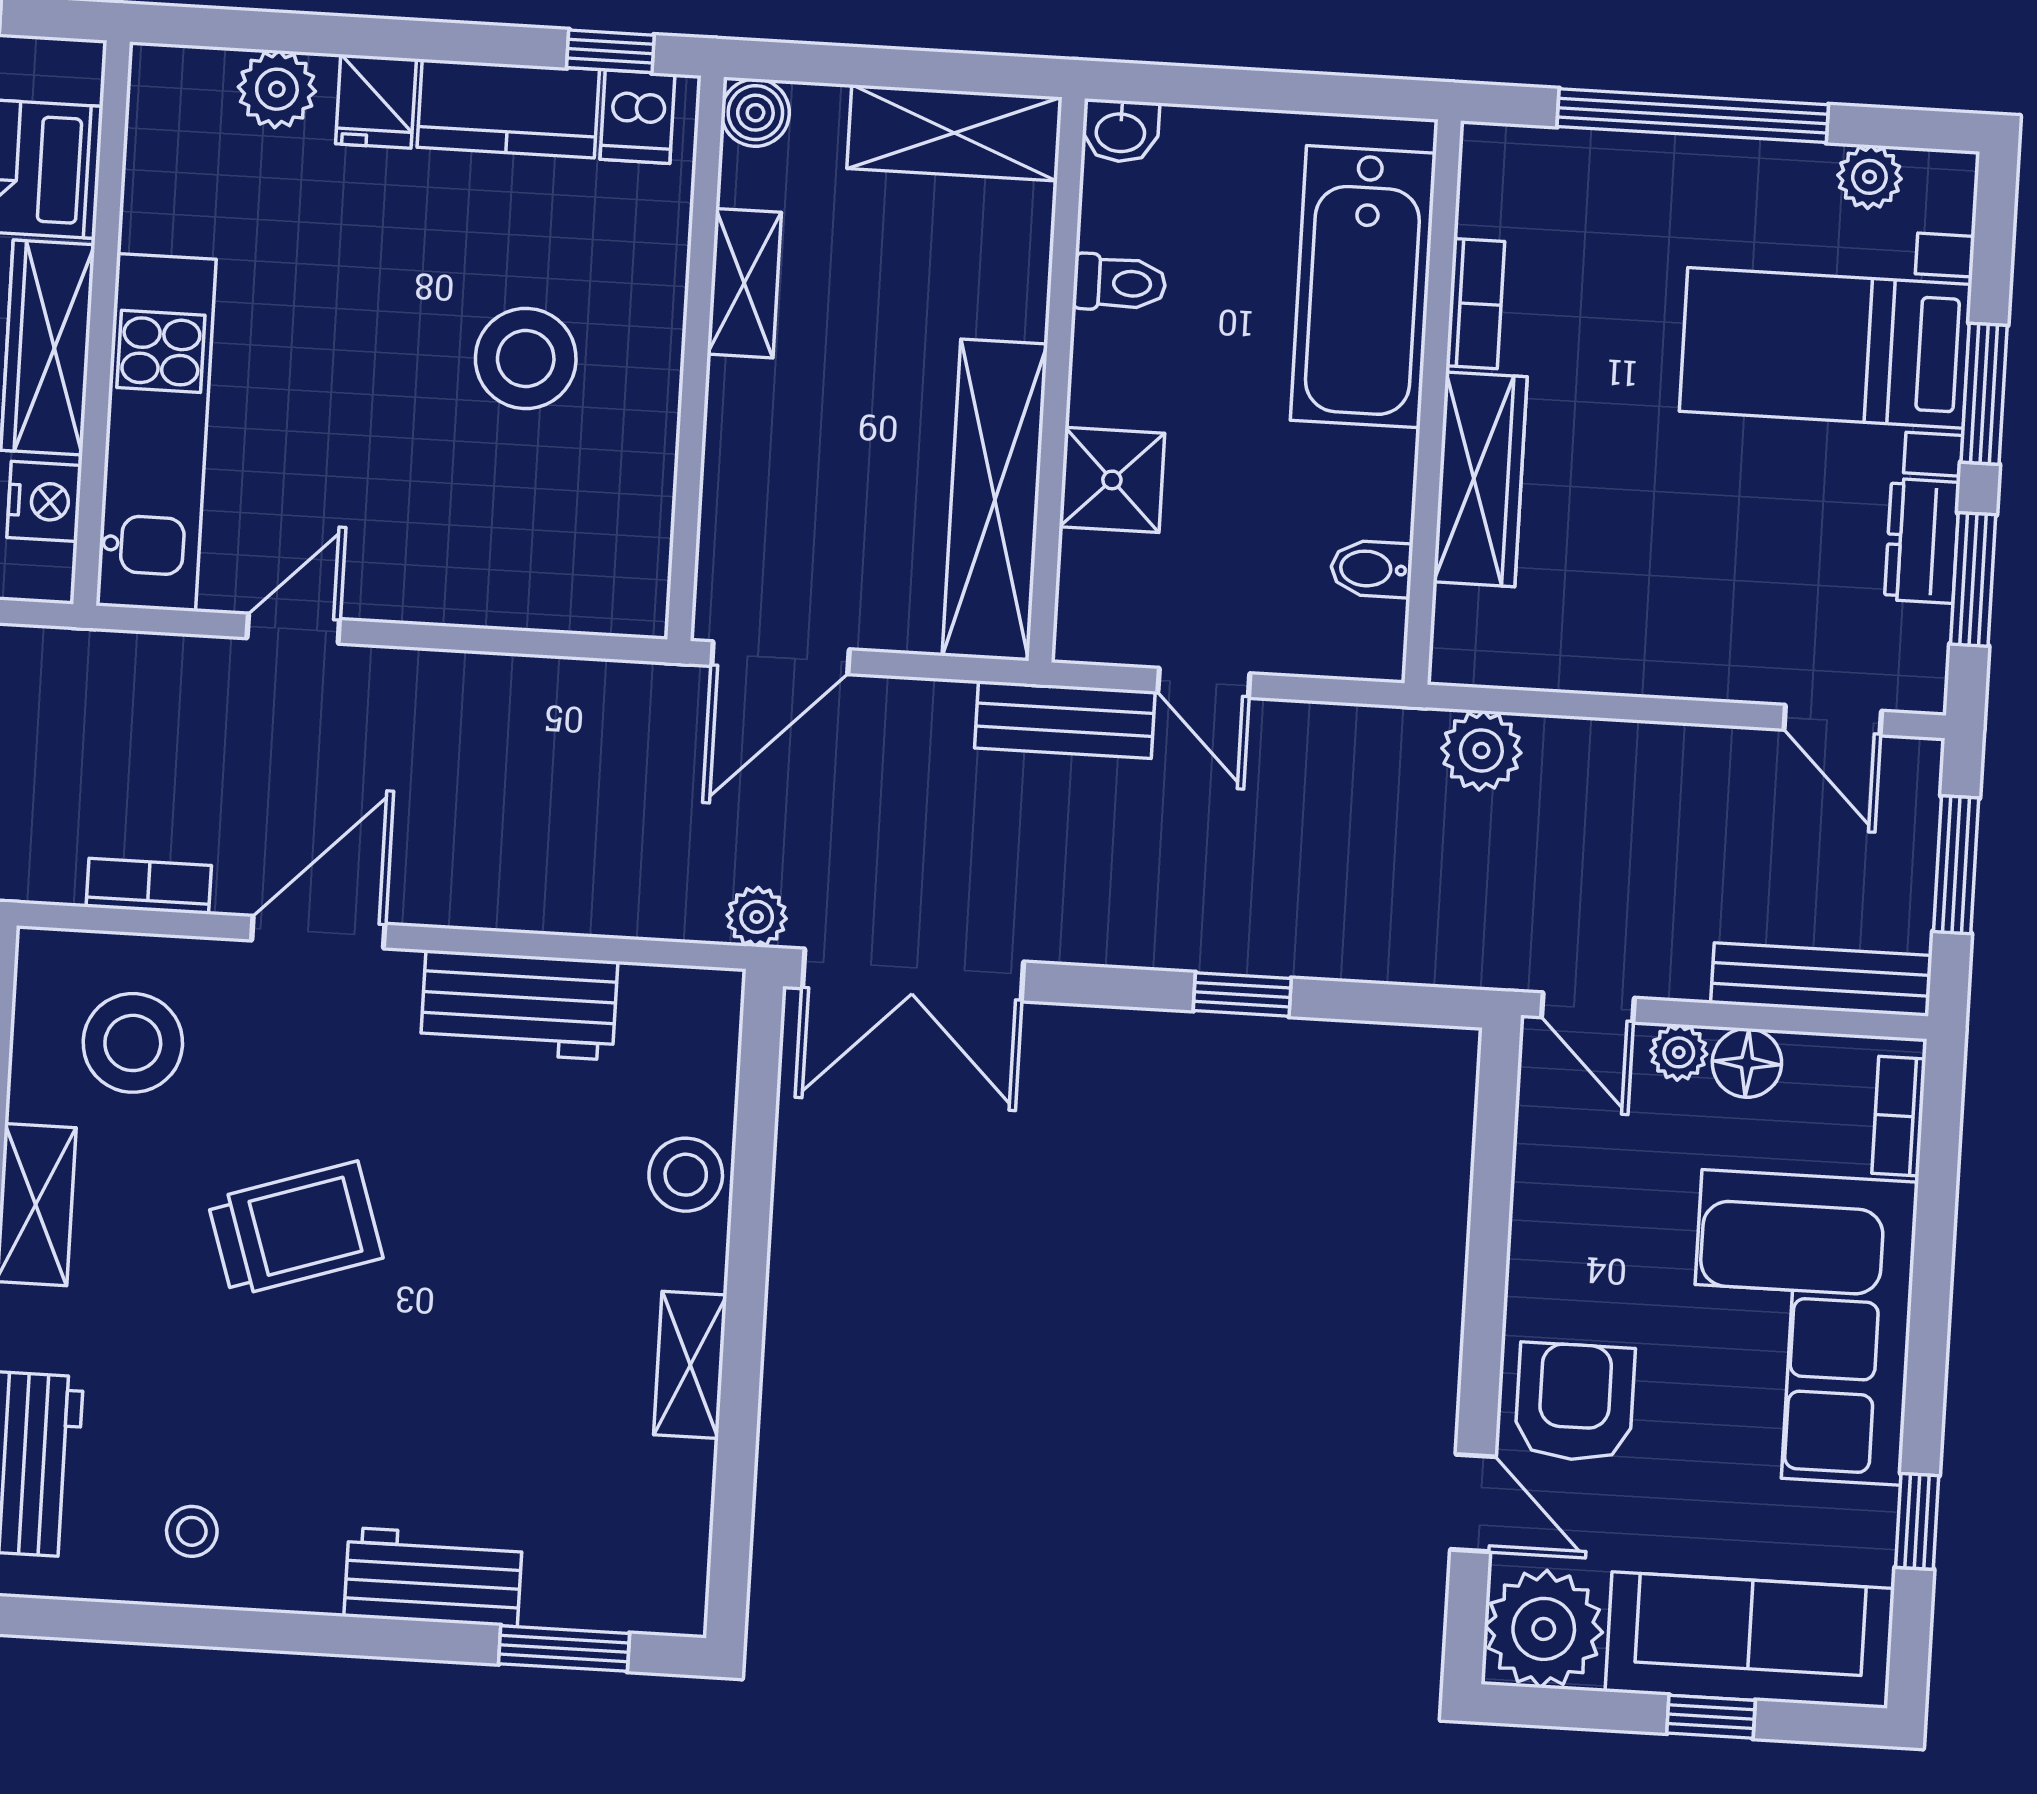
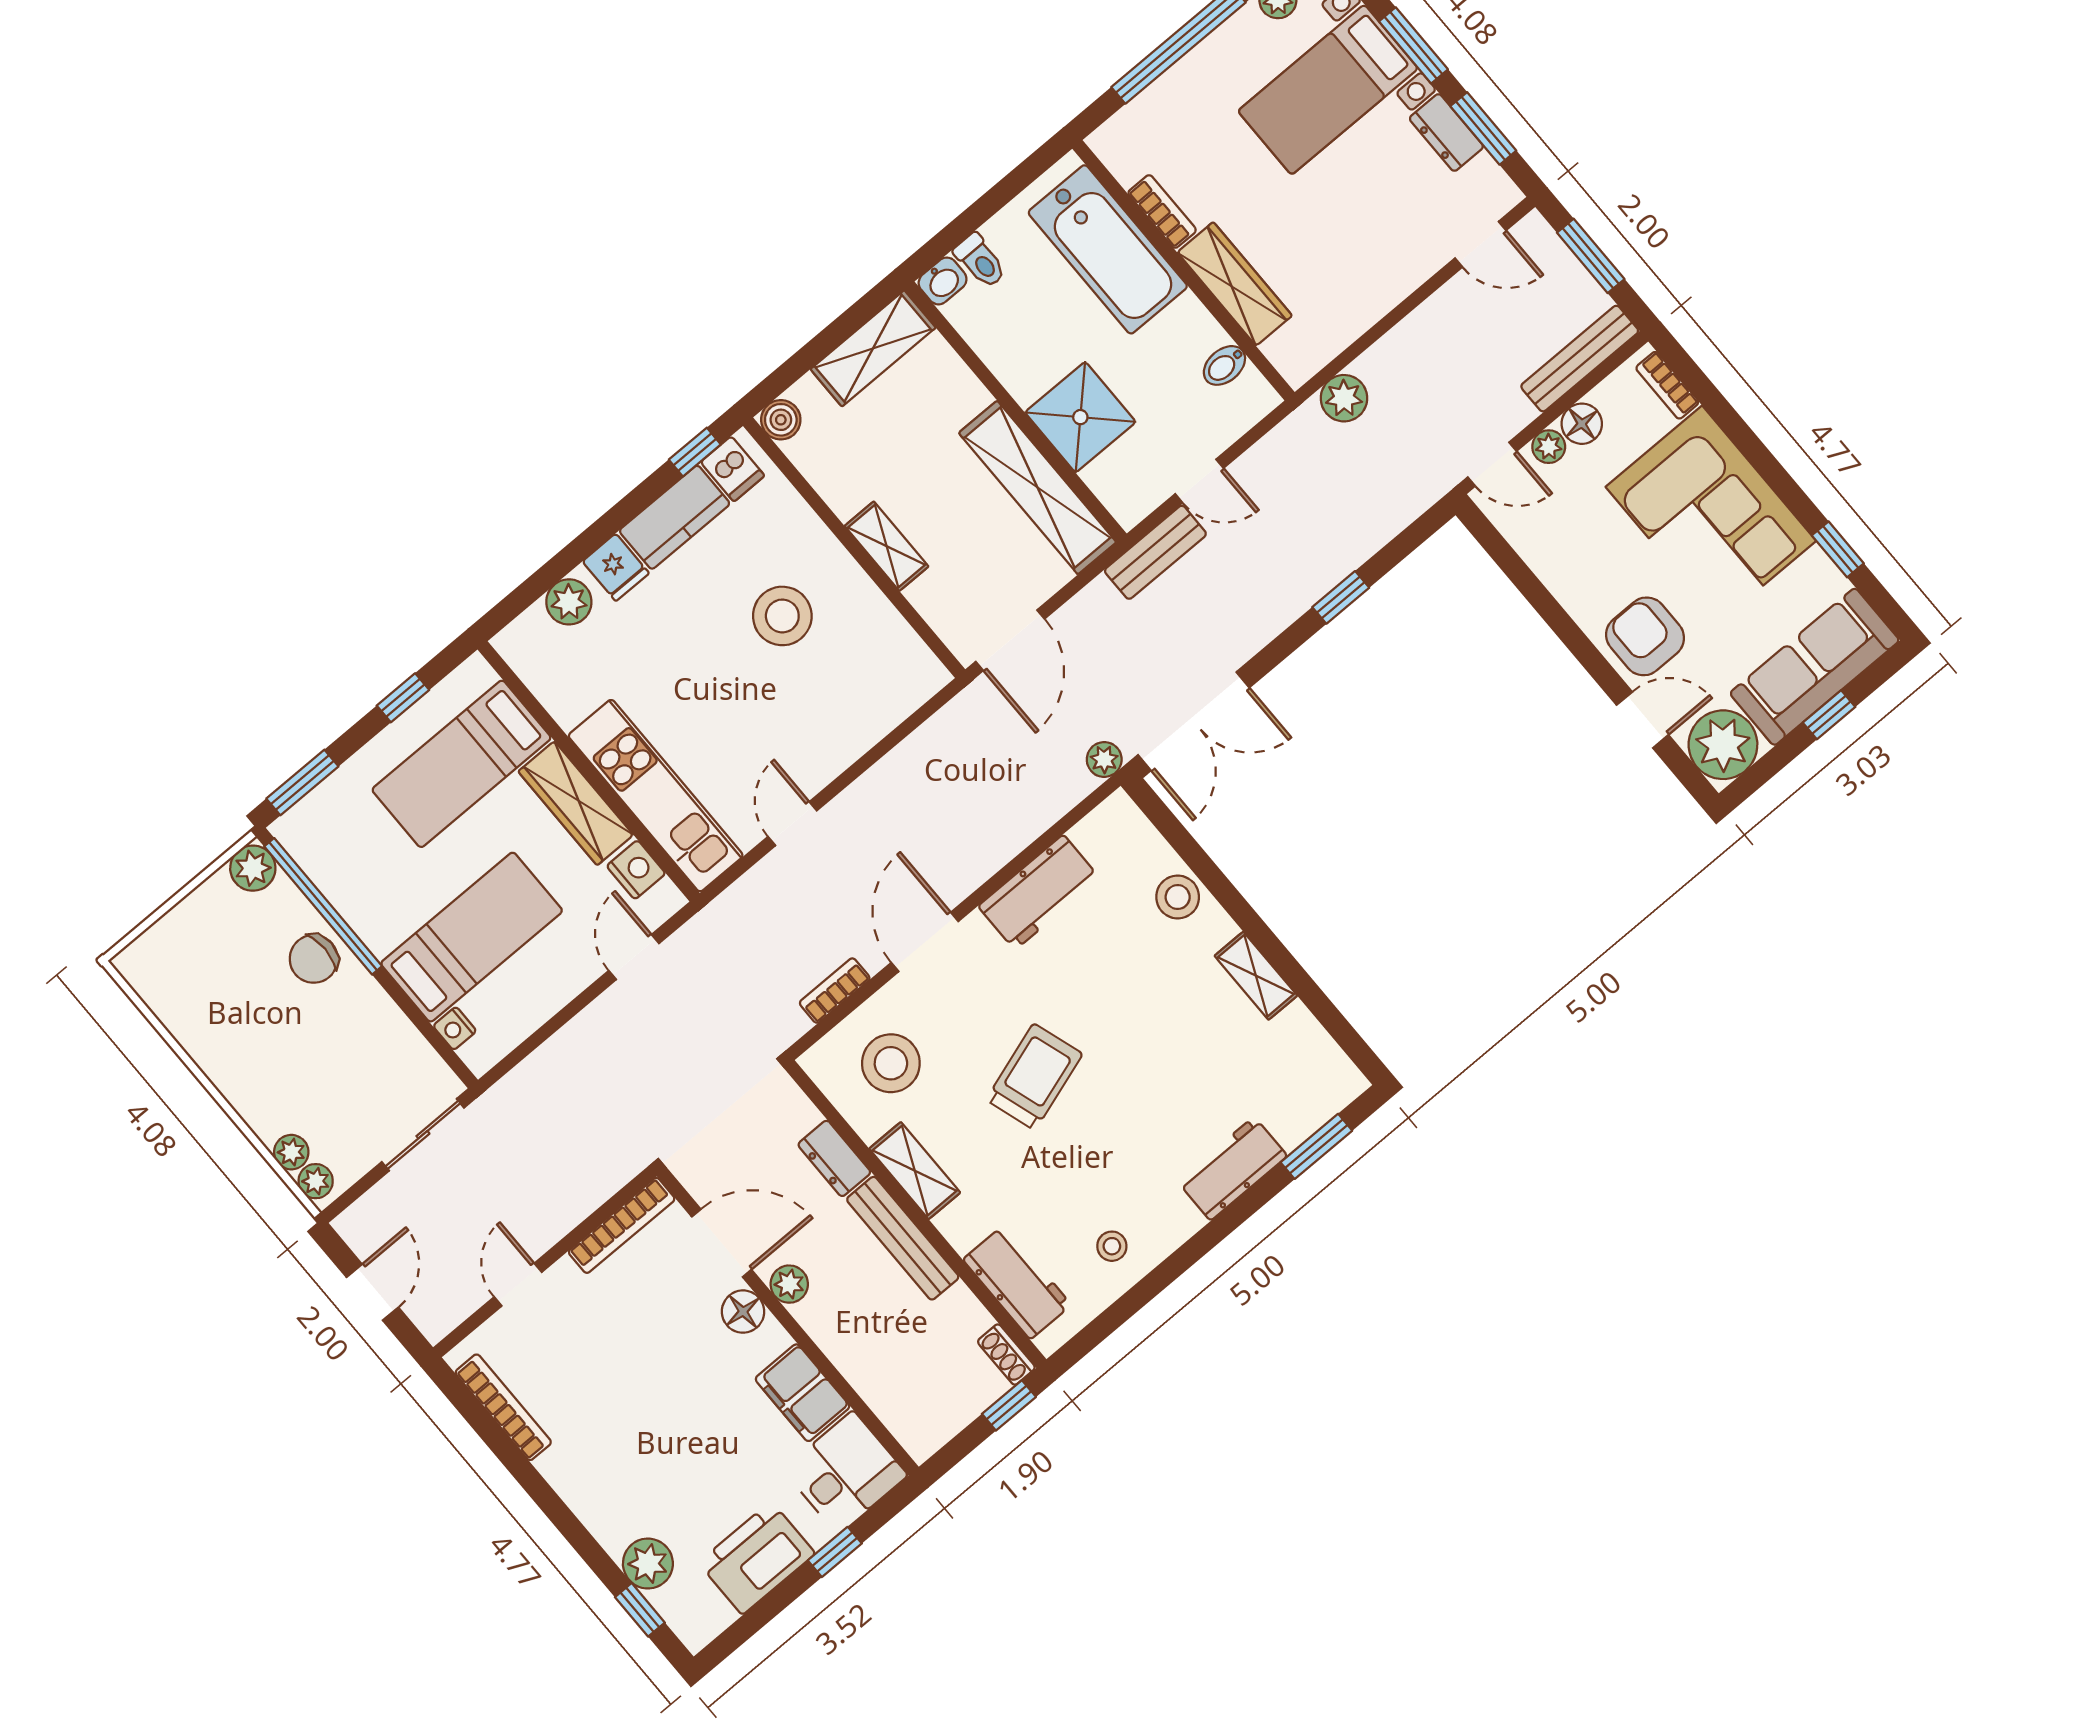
shelving: (744, 283) -> (887, 546), moved
toilet: (1119, 283) -> (980, 261), moved, turned 90
shower: (1112, 480) -> (1080, 417), width x1.36, depth x1.36

